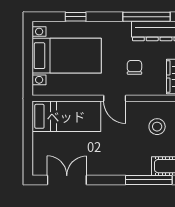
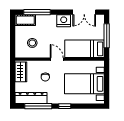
window: (76, 17) -> (65, 106), moved
window: (28, 139) -> (107, 36), added
nightstand: (103, 165) -> (64, 21), added

